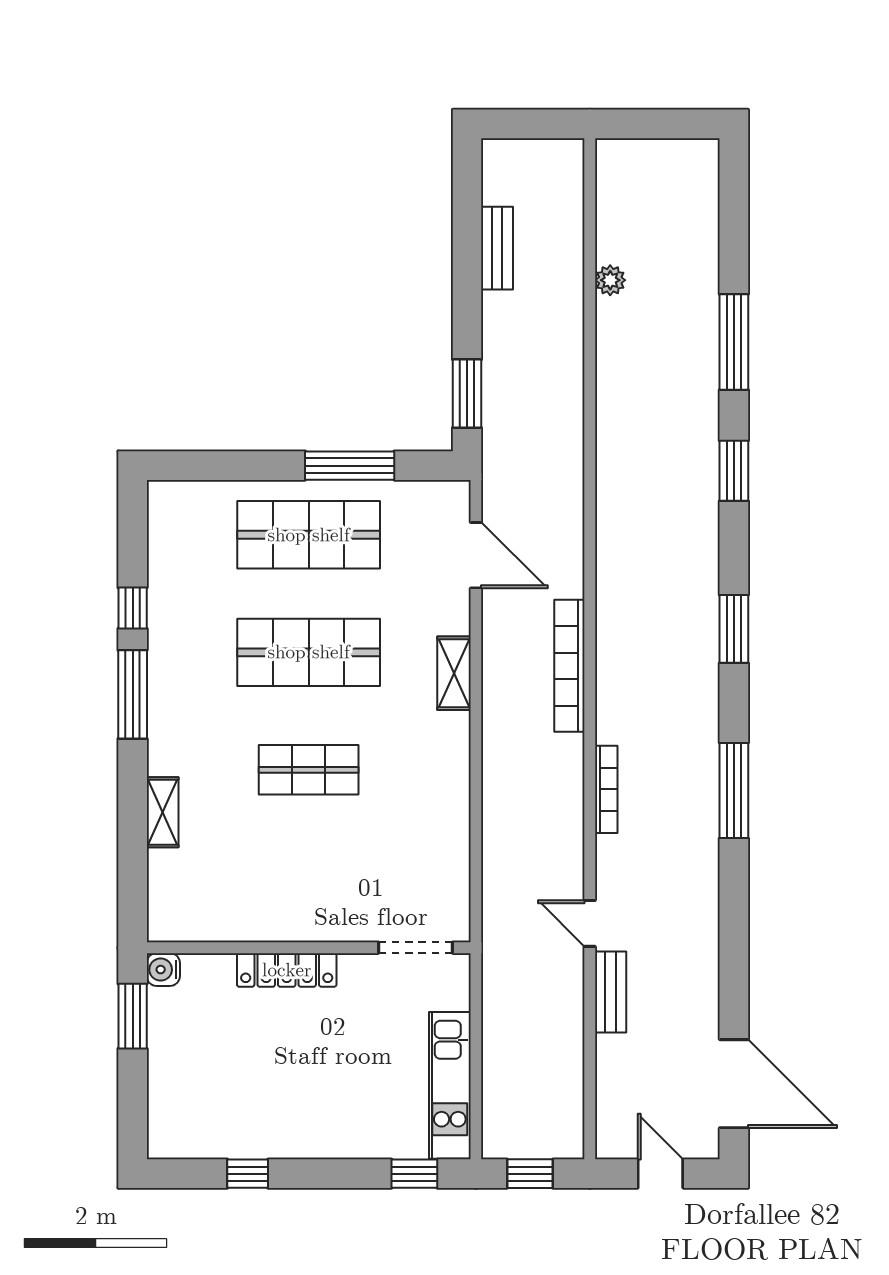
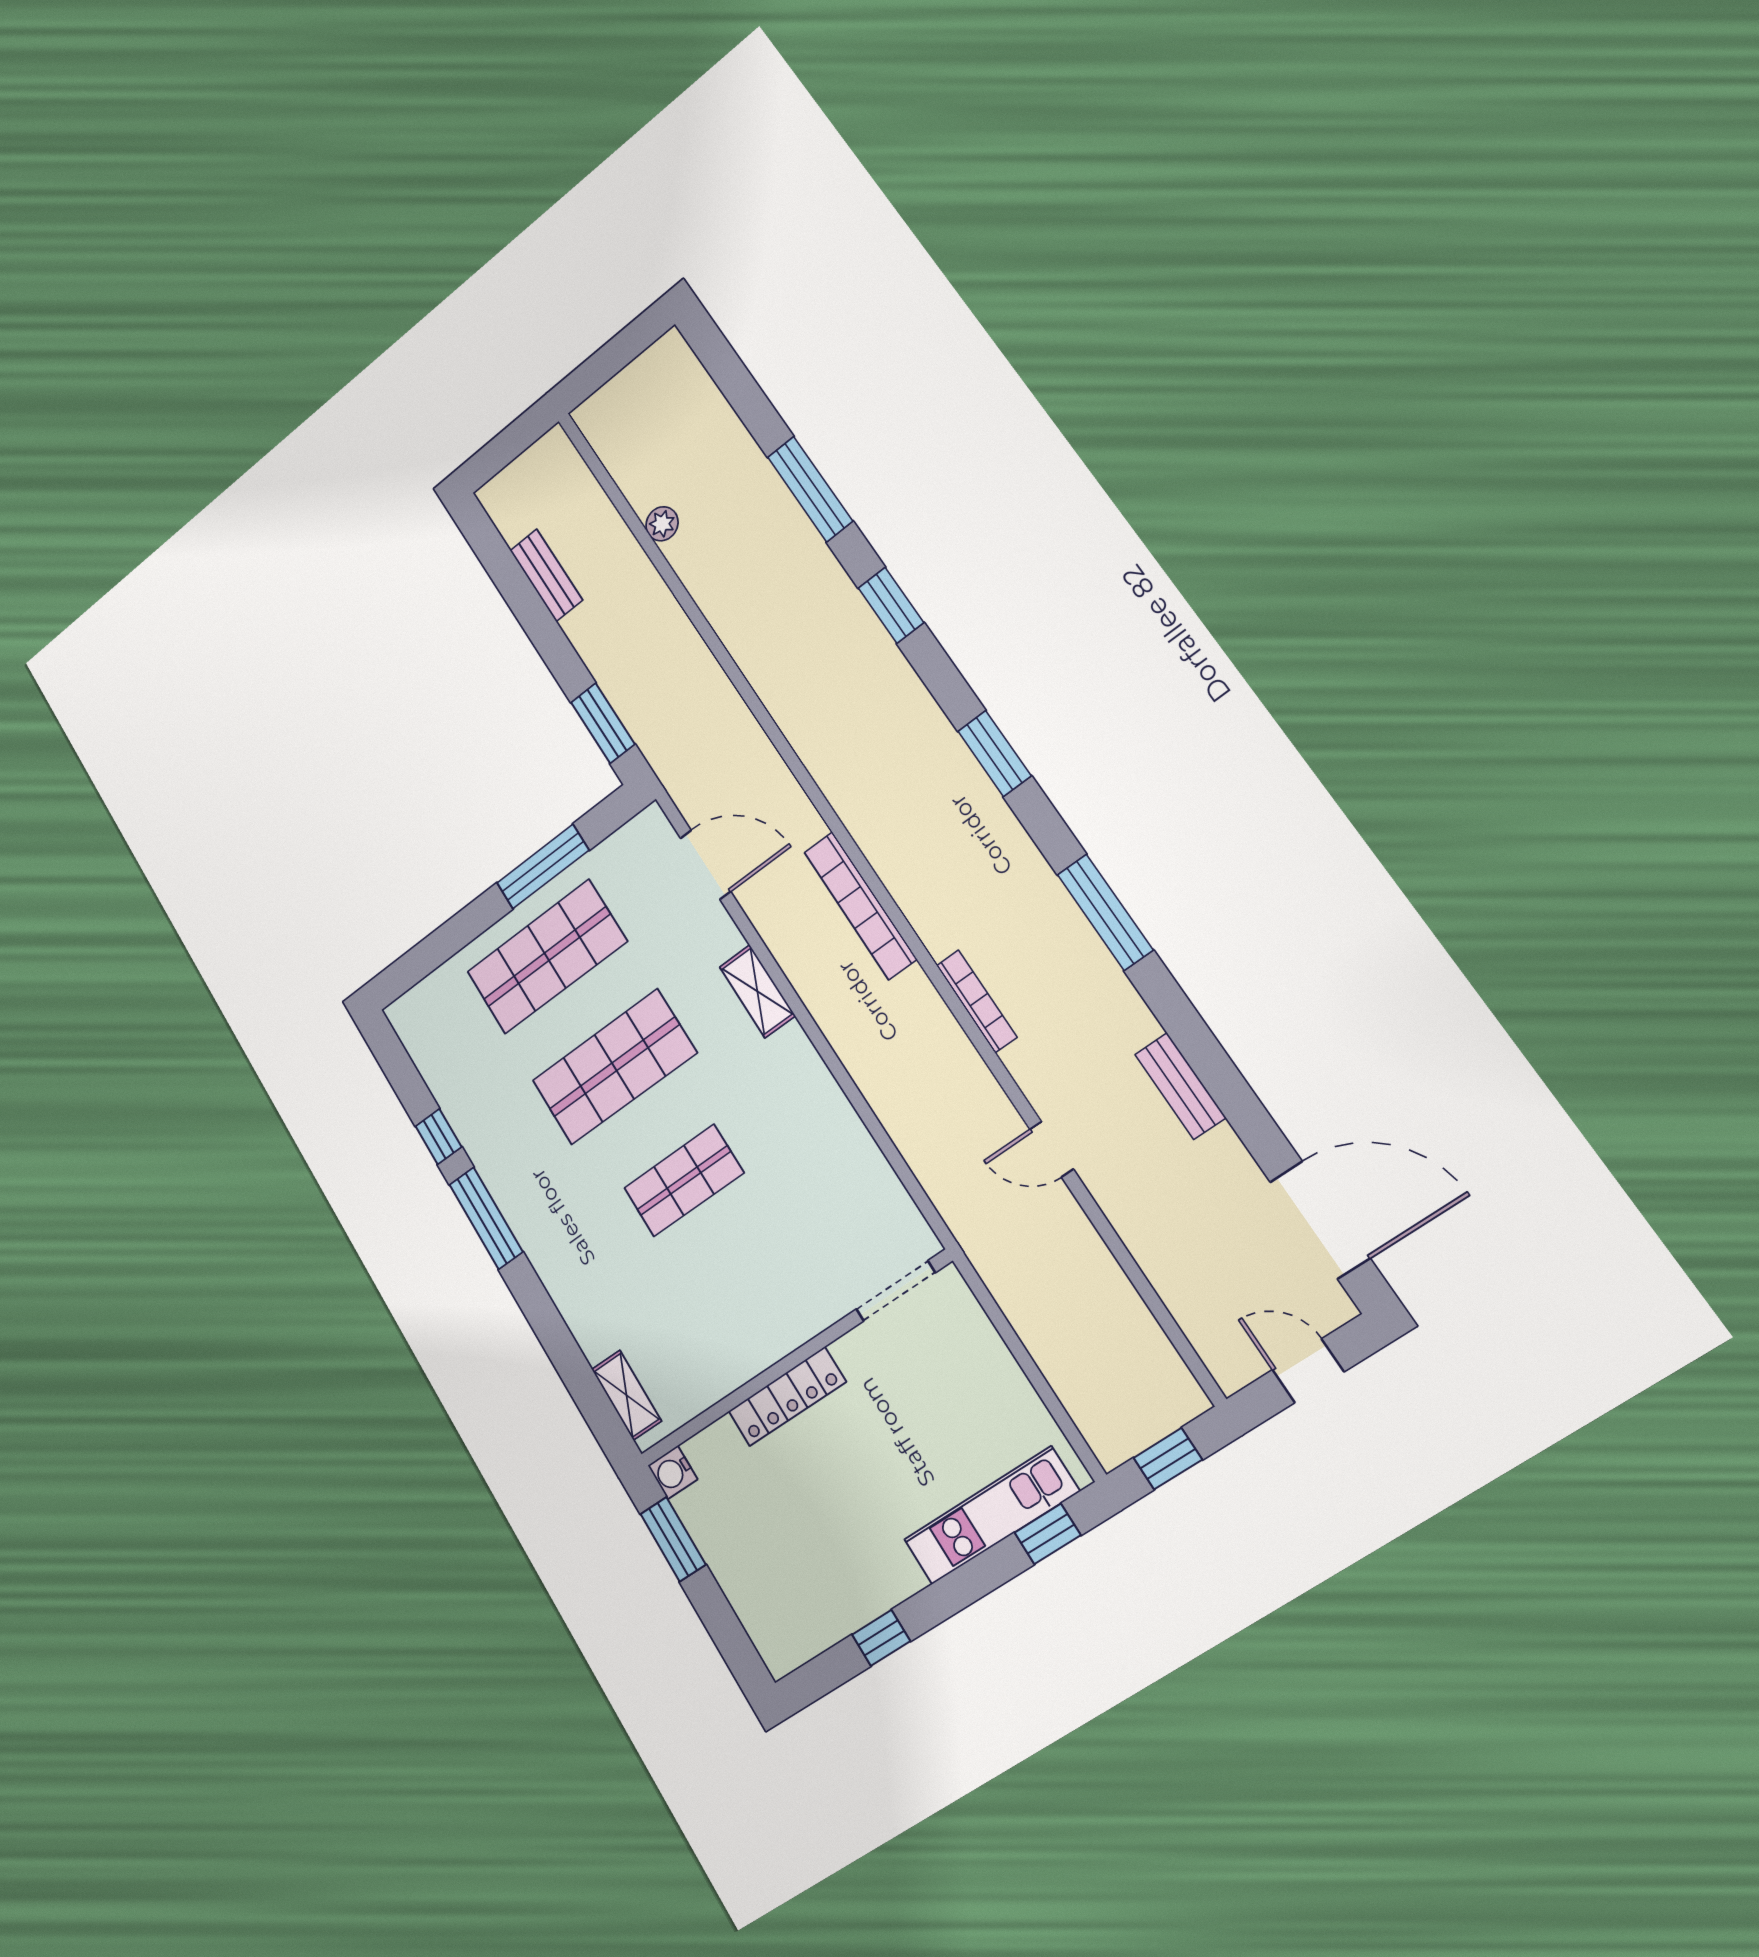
shelving: (163, 812) -> (626, 1395), moved
bench: (611, 992) -> (1180, 1086), moved
kitchen unit: (450, 1085) -> (991, 1516), moved, turned 90

